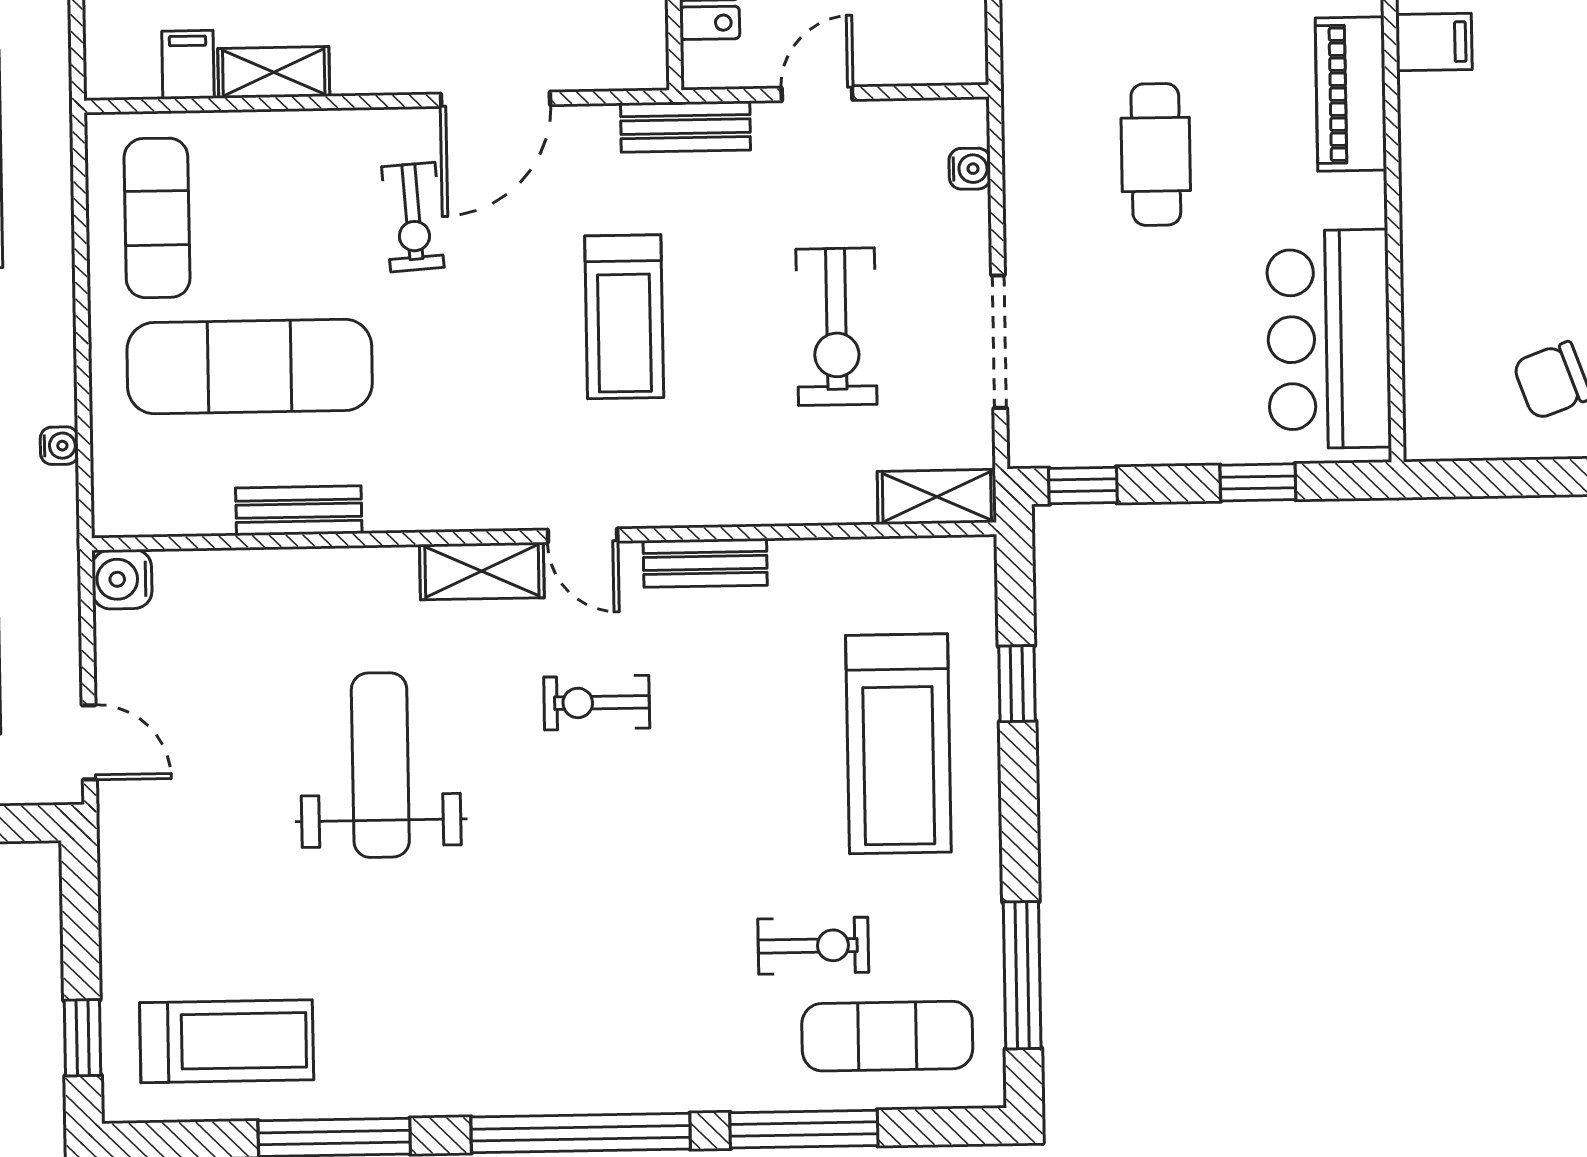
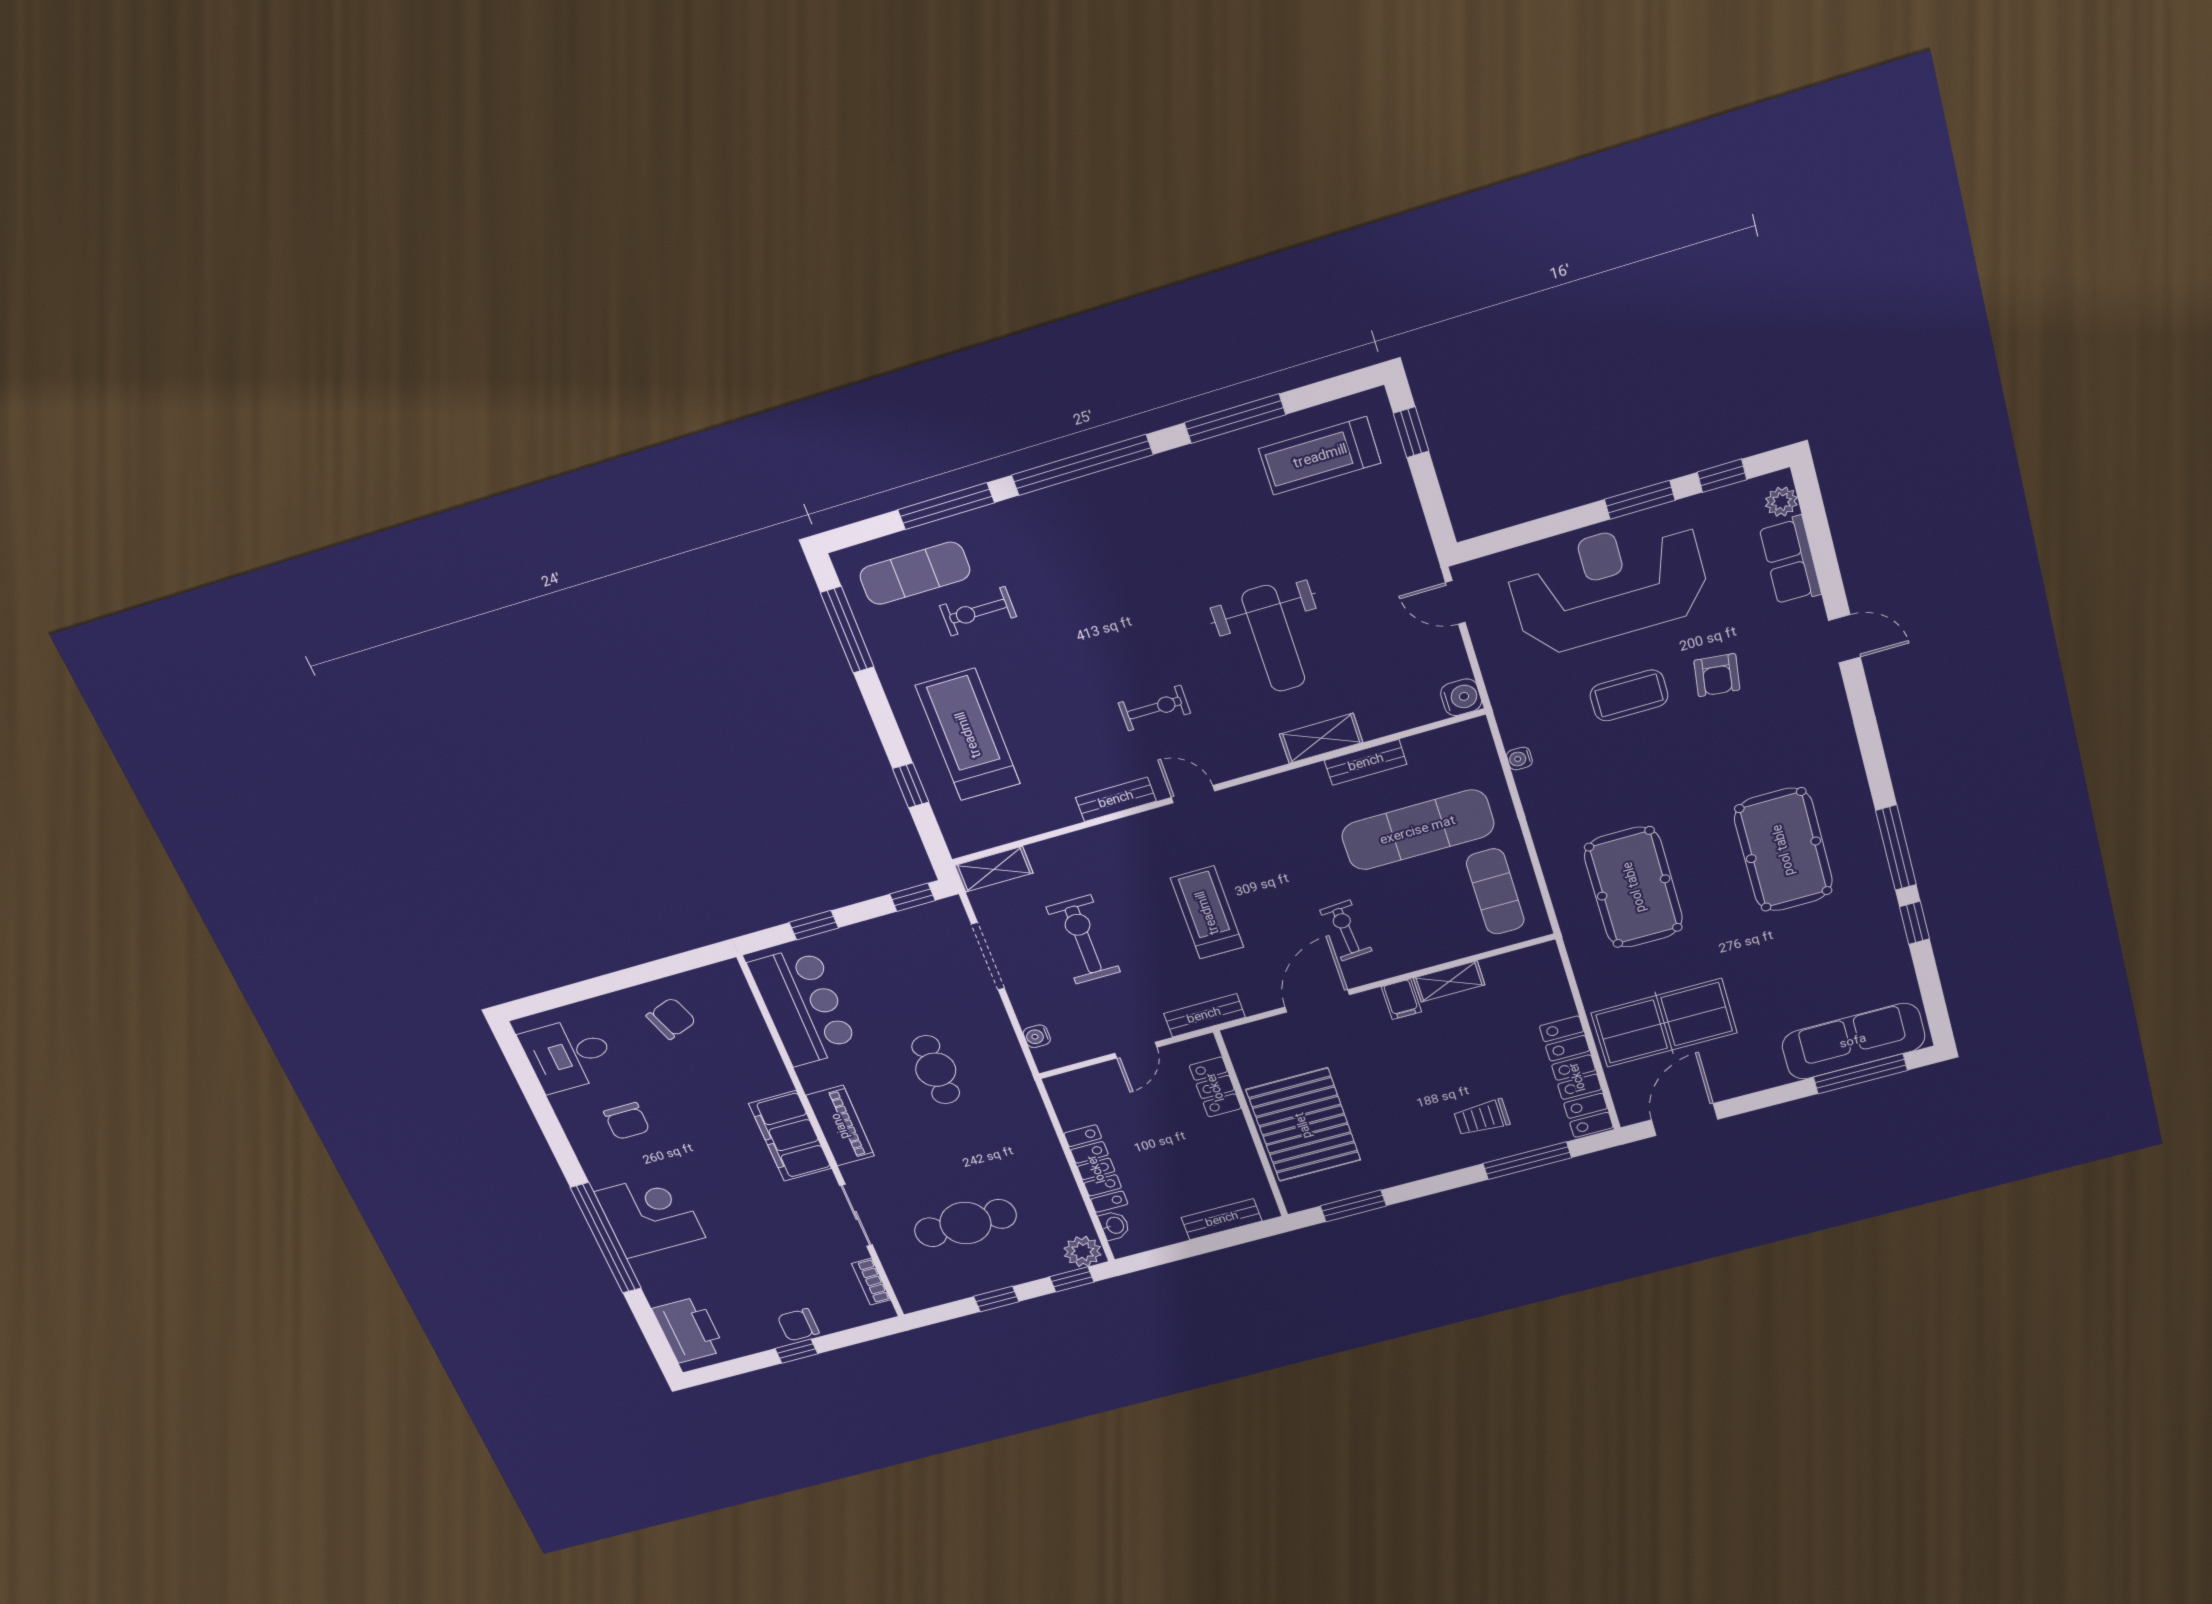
filing cabinet: (1434, 42) -> (790, 1136), width x3.00, depth x1.17
filing cabinet: (188, 65) -> (1401, 999), moved
shelving: (482, 571) -> (1321, 738), moved

